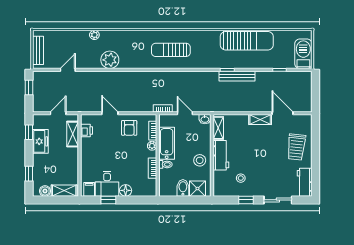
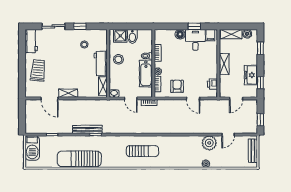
plant: (110, 60) -> (209, 143), moved
shelving: (73, 134) -> (224, 64), moved

